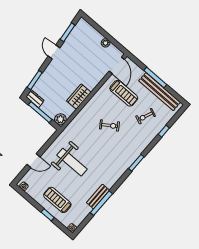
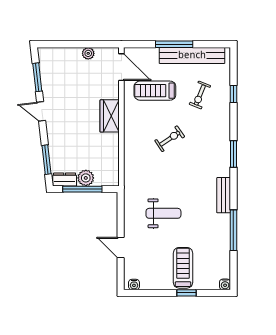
treadmill: (124, 93) -> (155, 91), turned 180
wardrobe: (79, 97) -> (110, 116), moved
plant: (60, 119) -> (86, 178), moved
door: (34, 161) -> (121, 248), swing flipped
weight bench: (72, 162) -> (163, 213), width x0.73, depth x0.75
bench: (98, 196) -> (224, 195), moved
treadmill: (57, 200) -> (183, 268), turned 90

